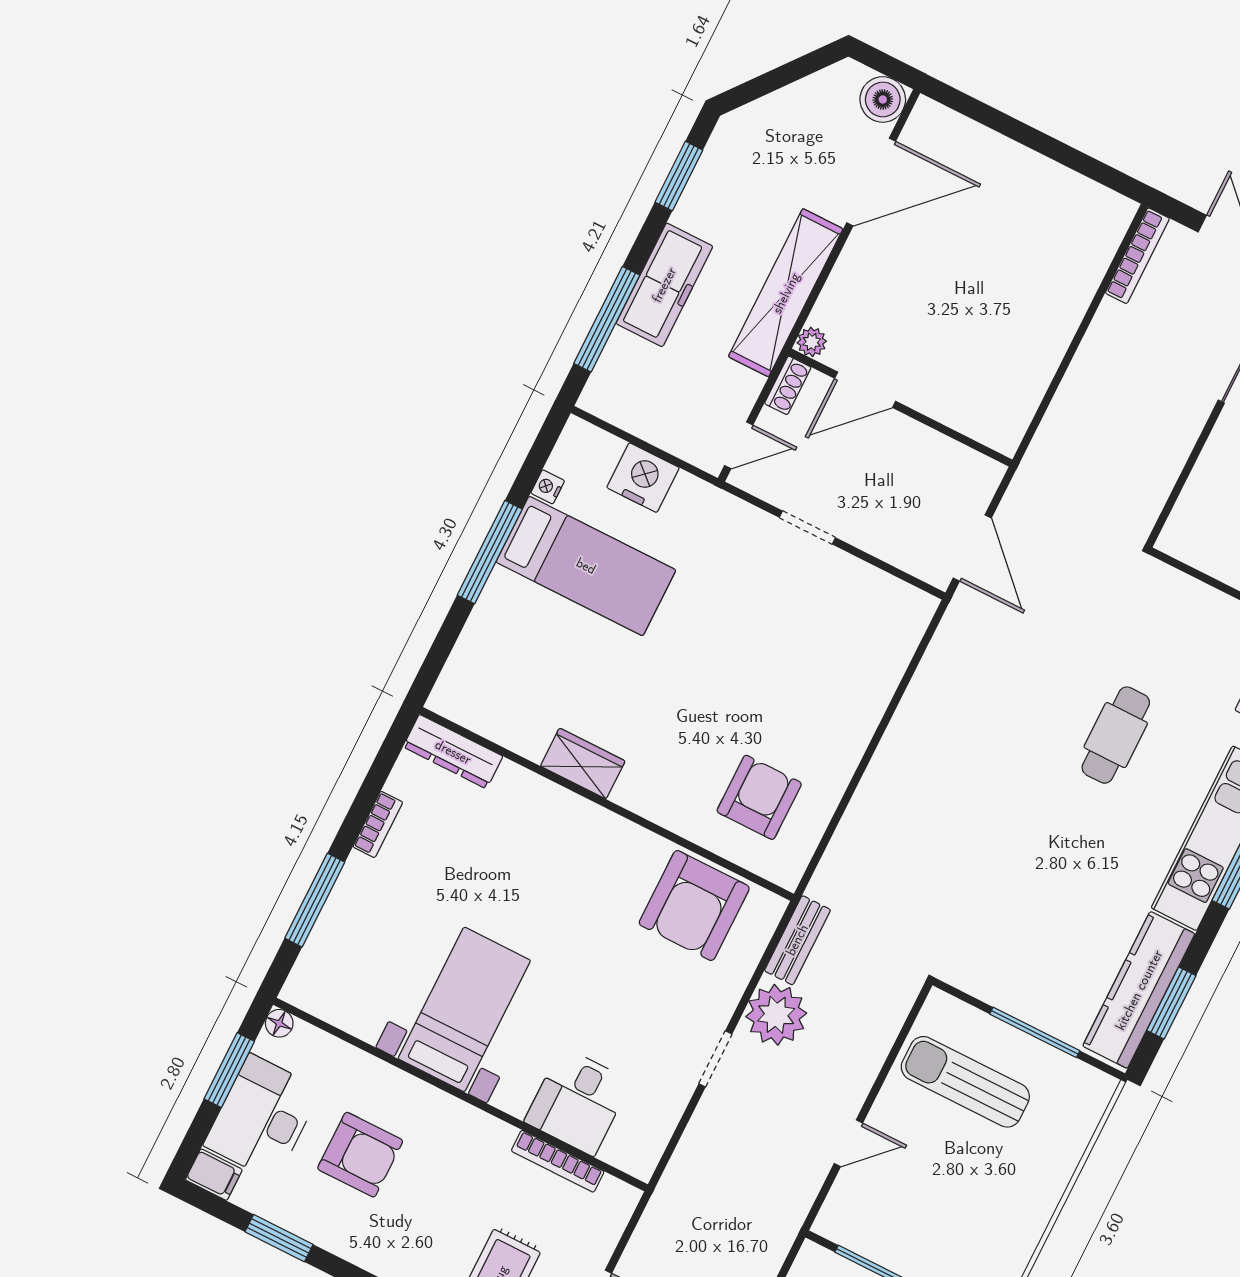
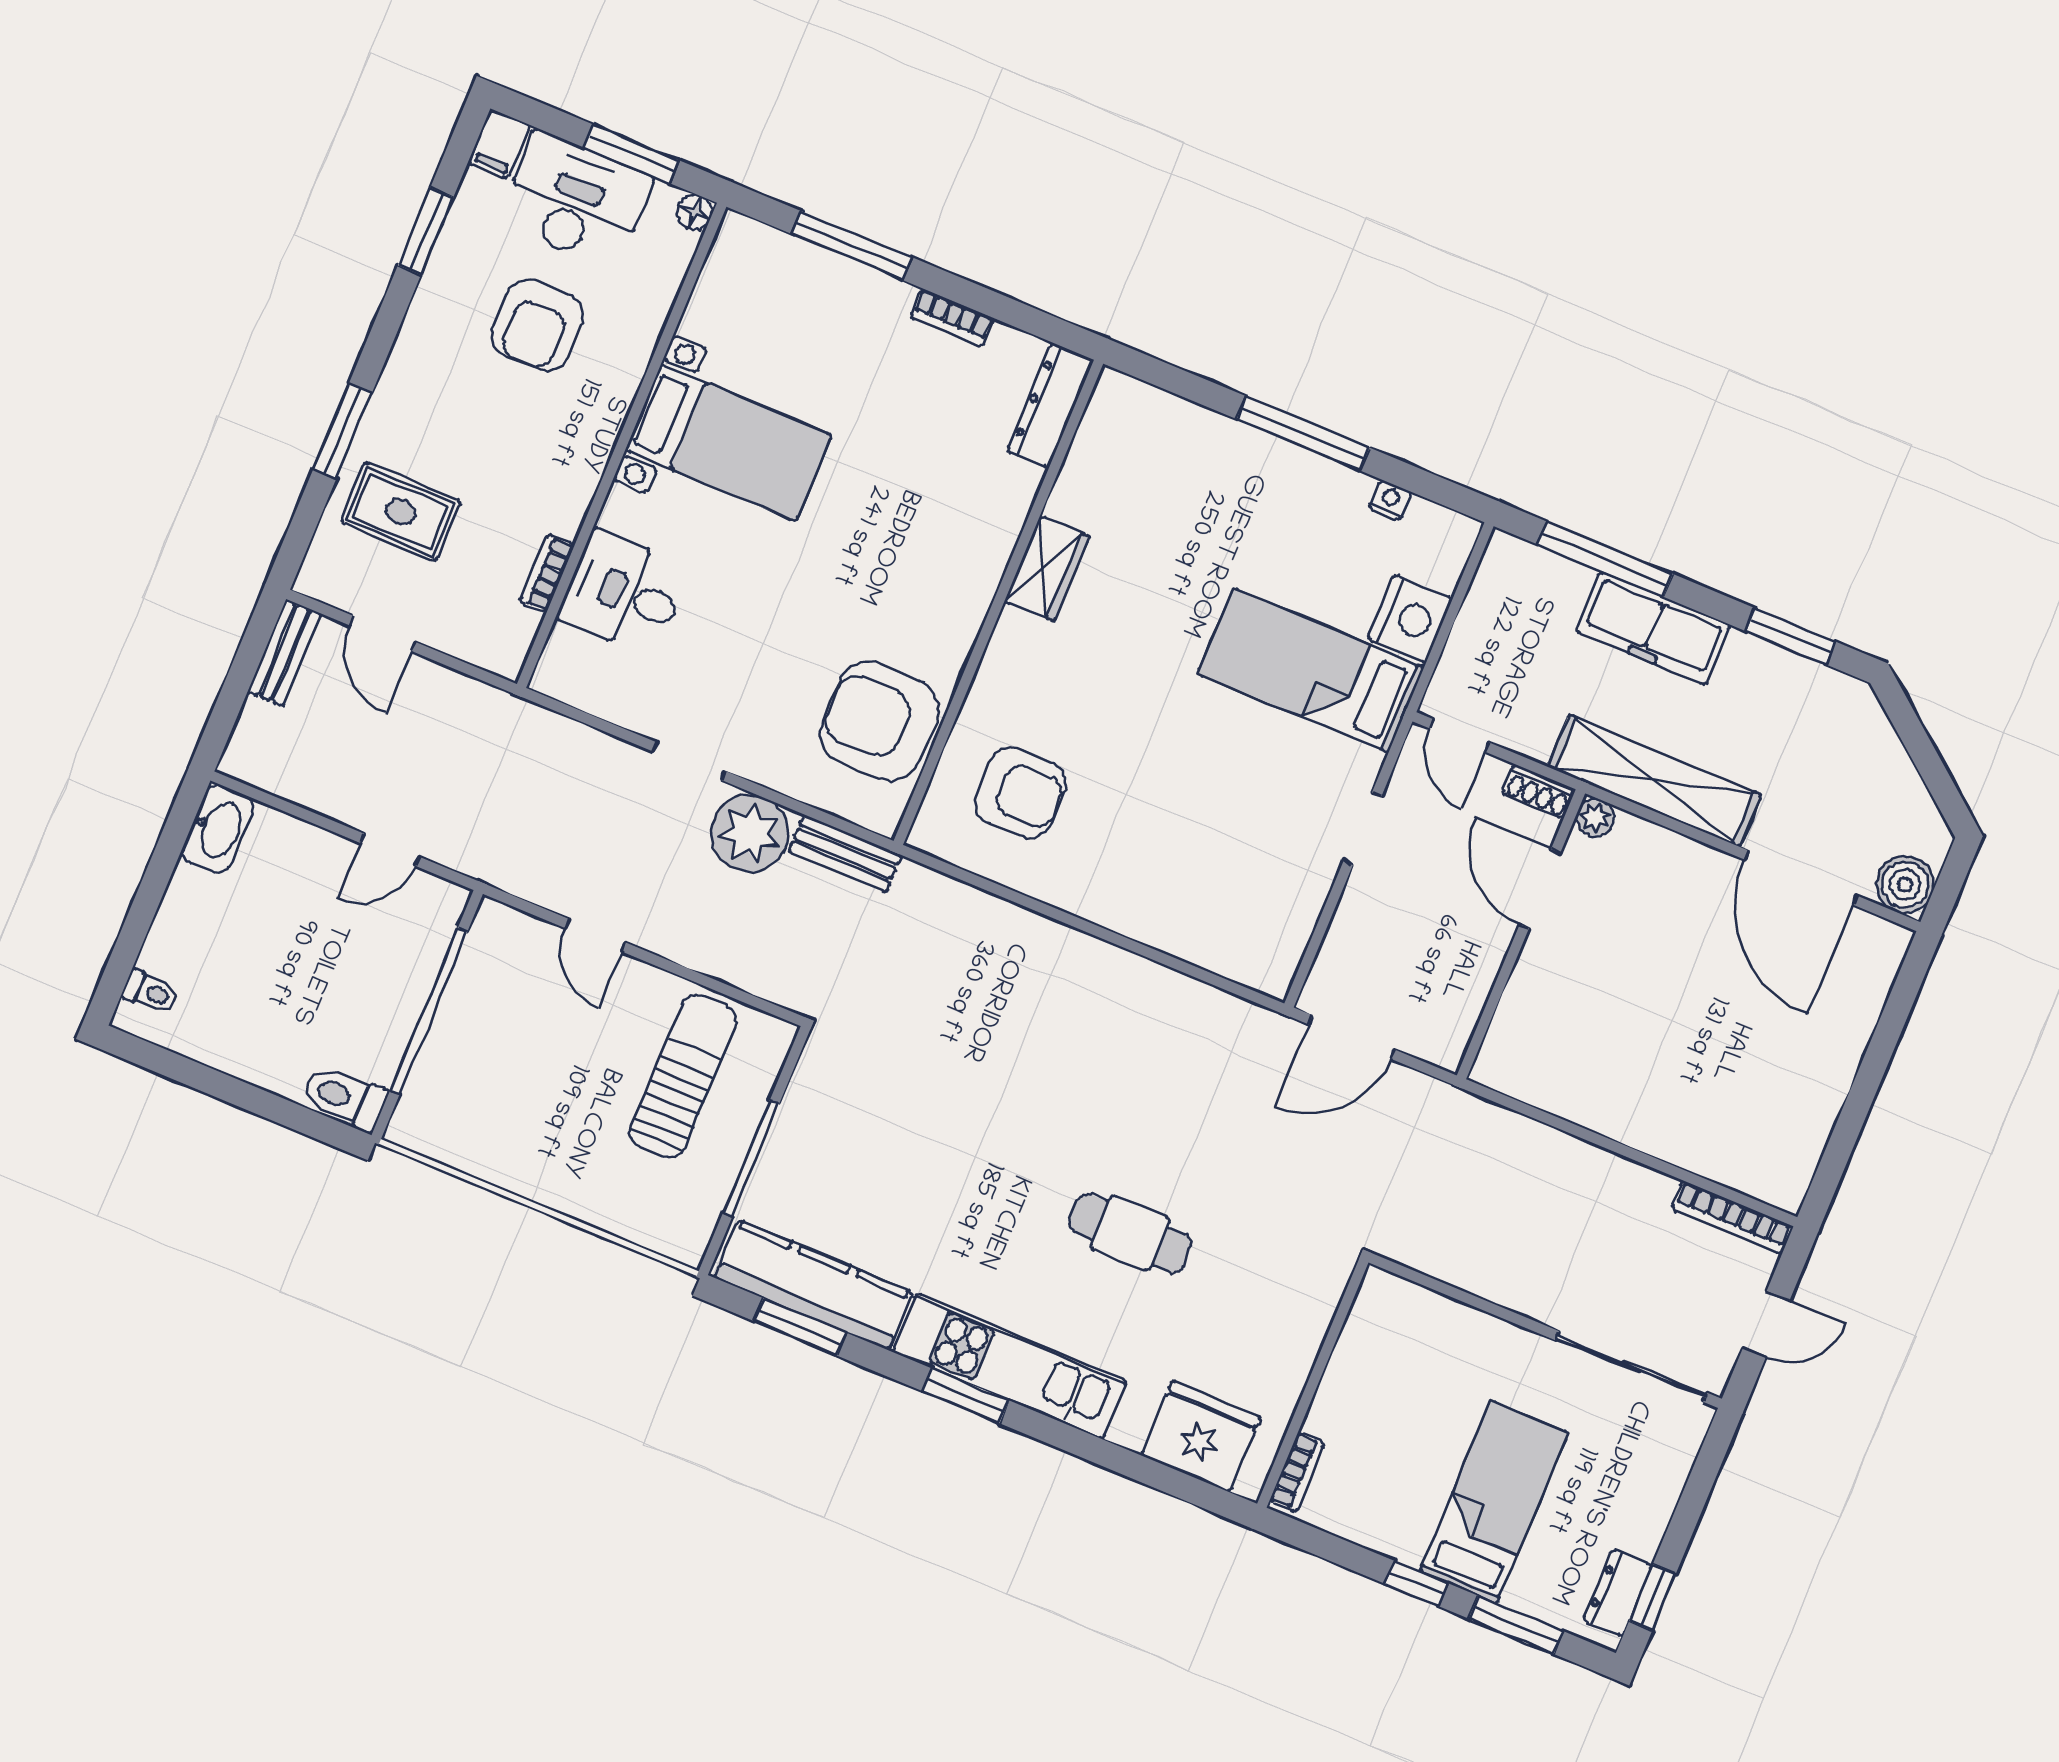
bed: (586, 566) -> (1311, 670), moved, turned 90
bookcase: (558, 1161) -> (547, 573), width x0.64

